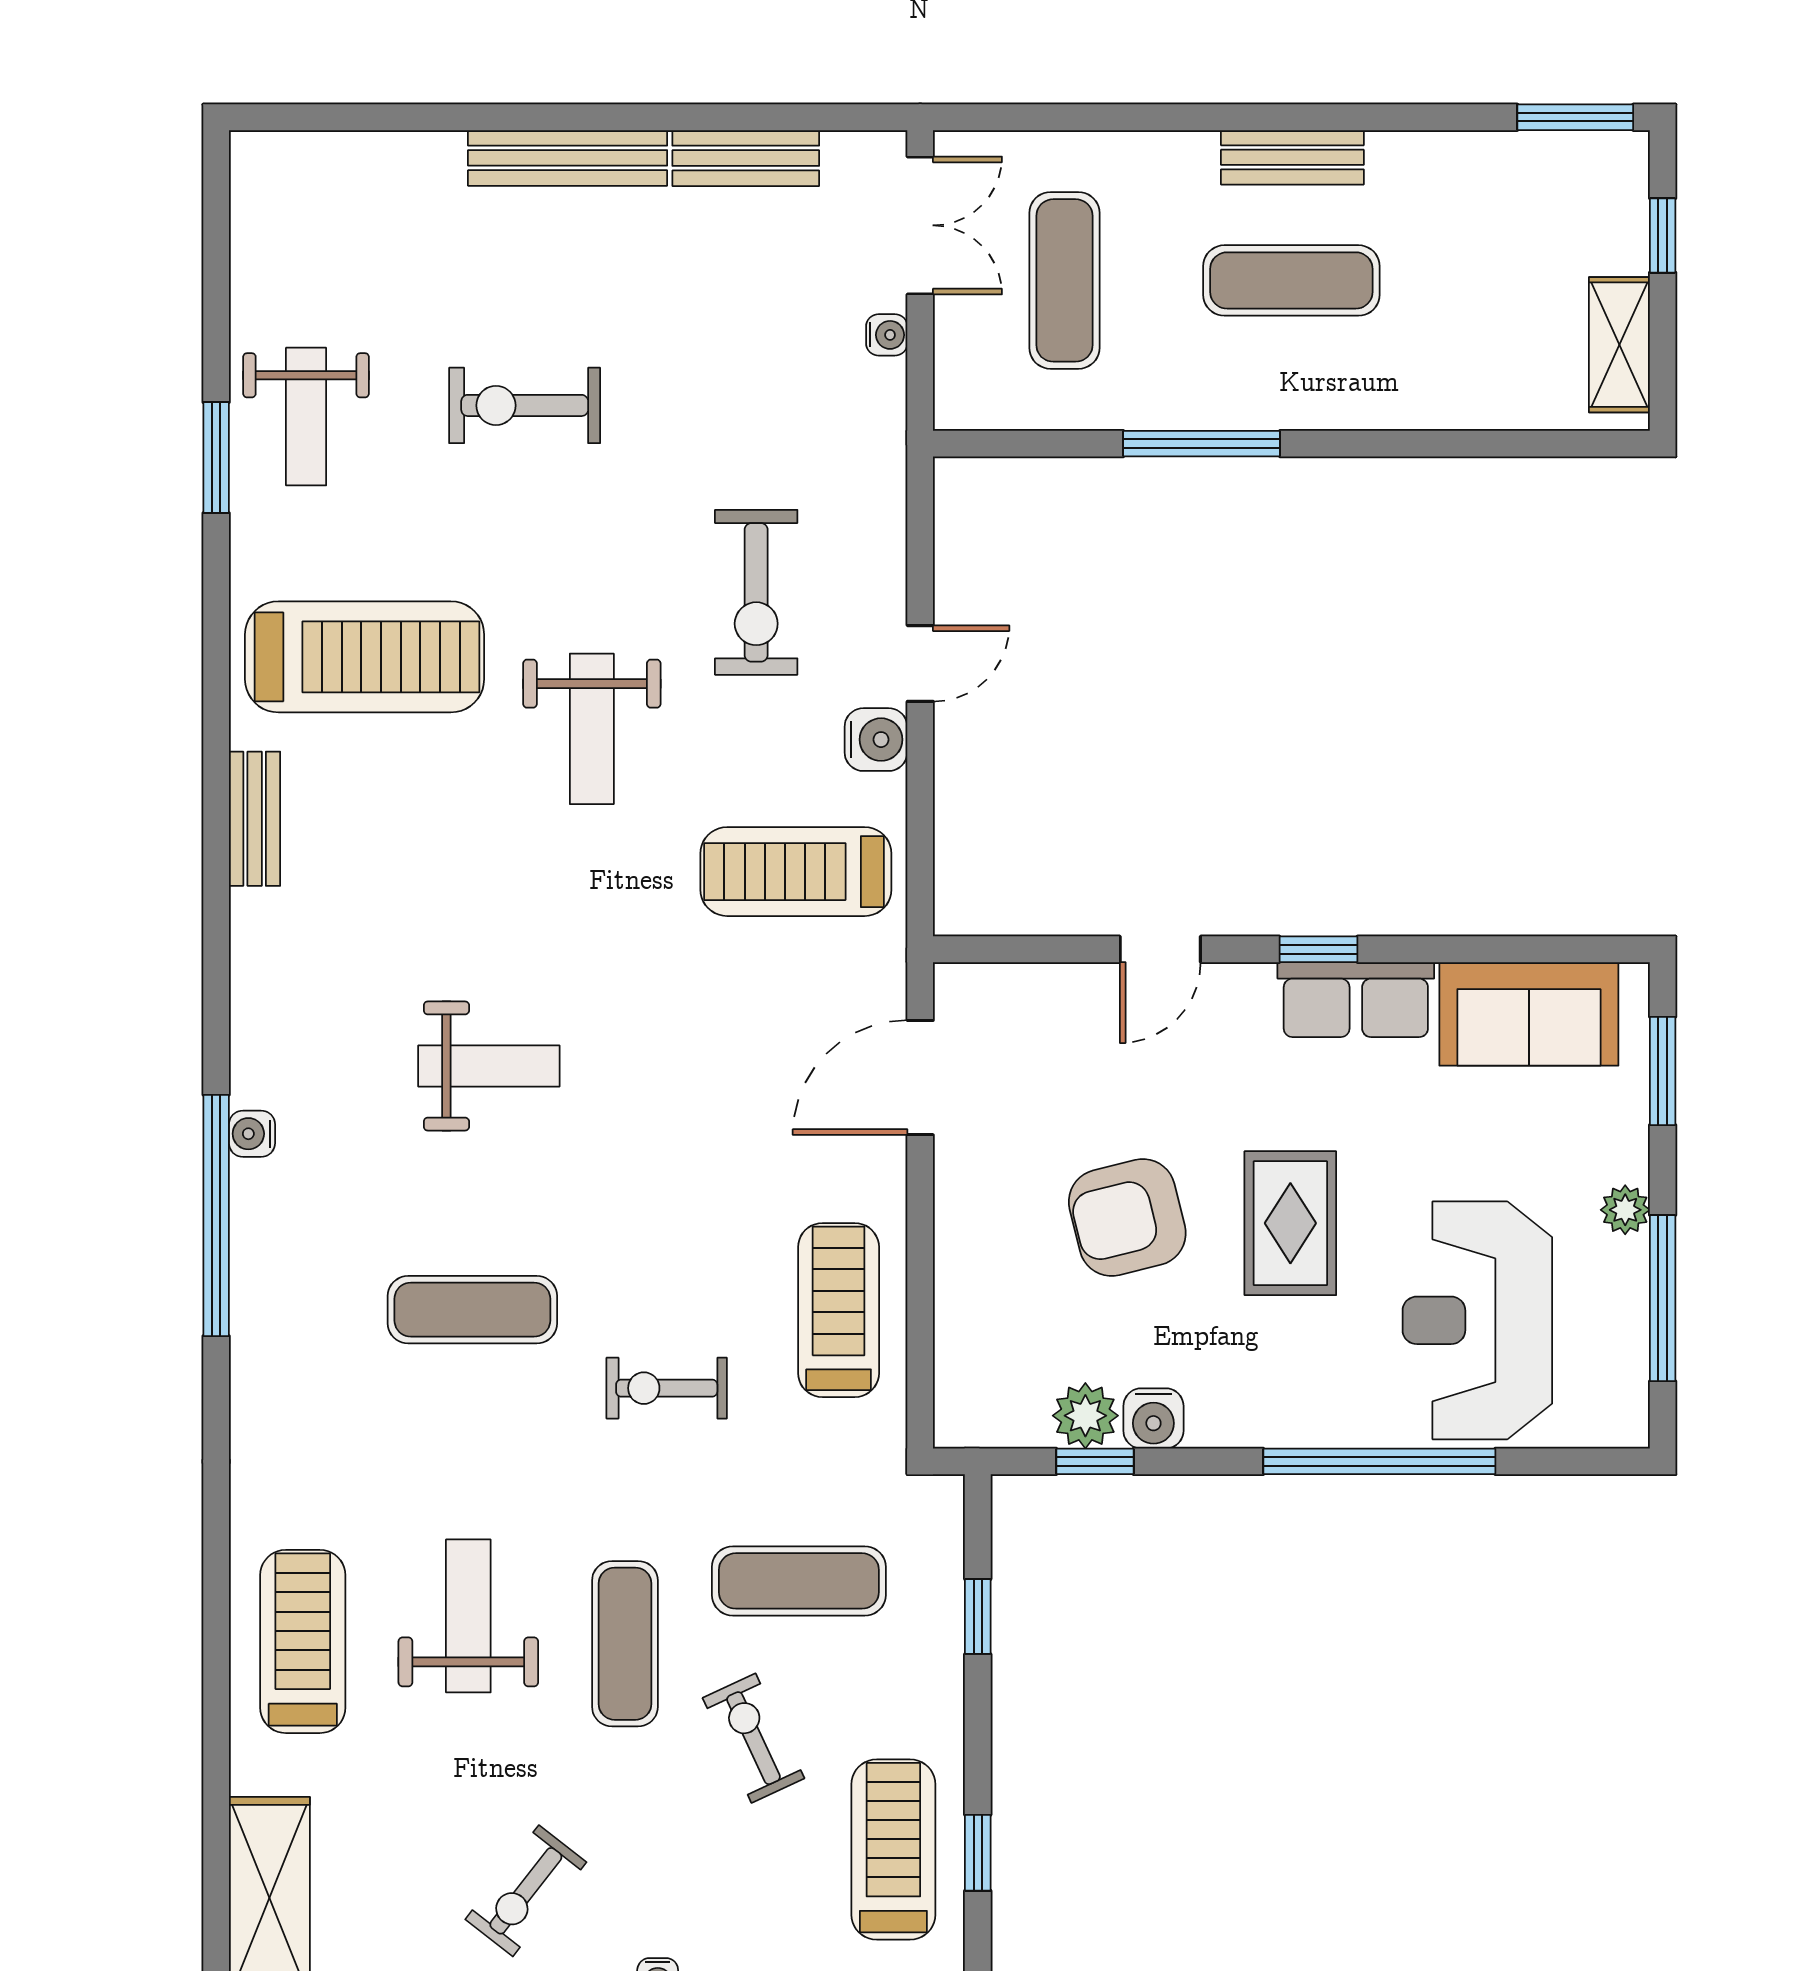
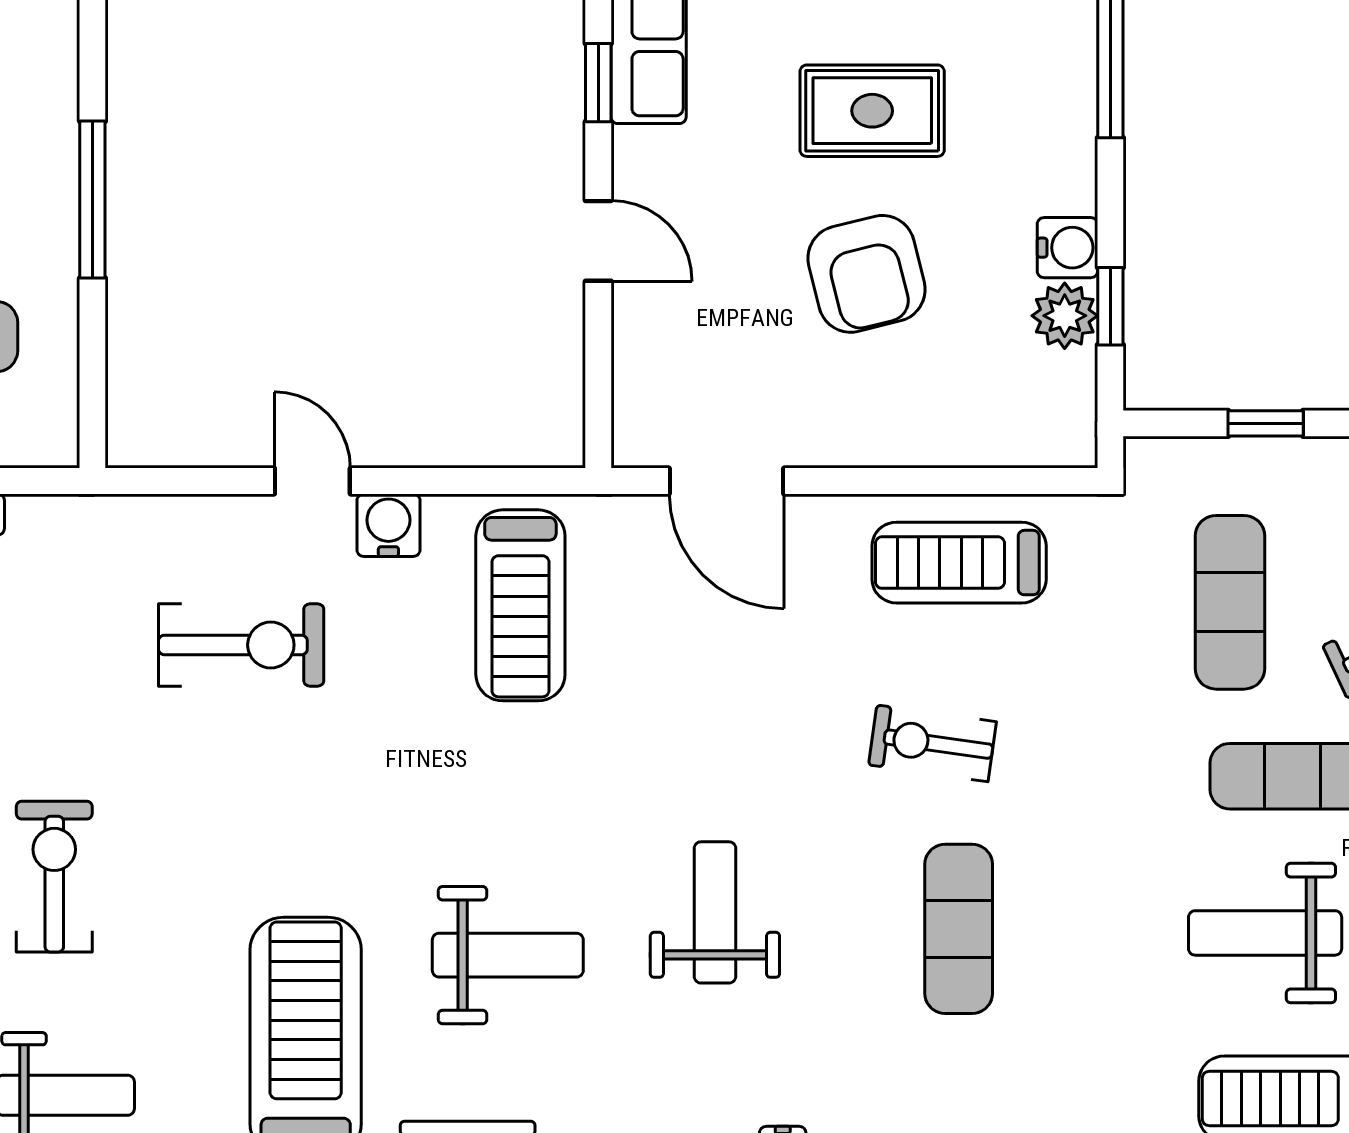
exercise bike: (525, 405) -> (54, 877), turned 180
weight bench: (592, 729) -> (508, 955), moved
exercise bike: (667, 1388) -> (932, 743), moved, turned 98

